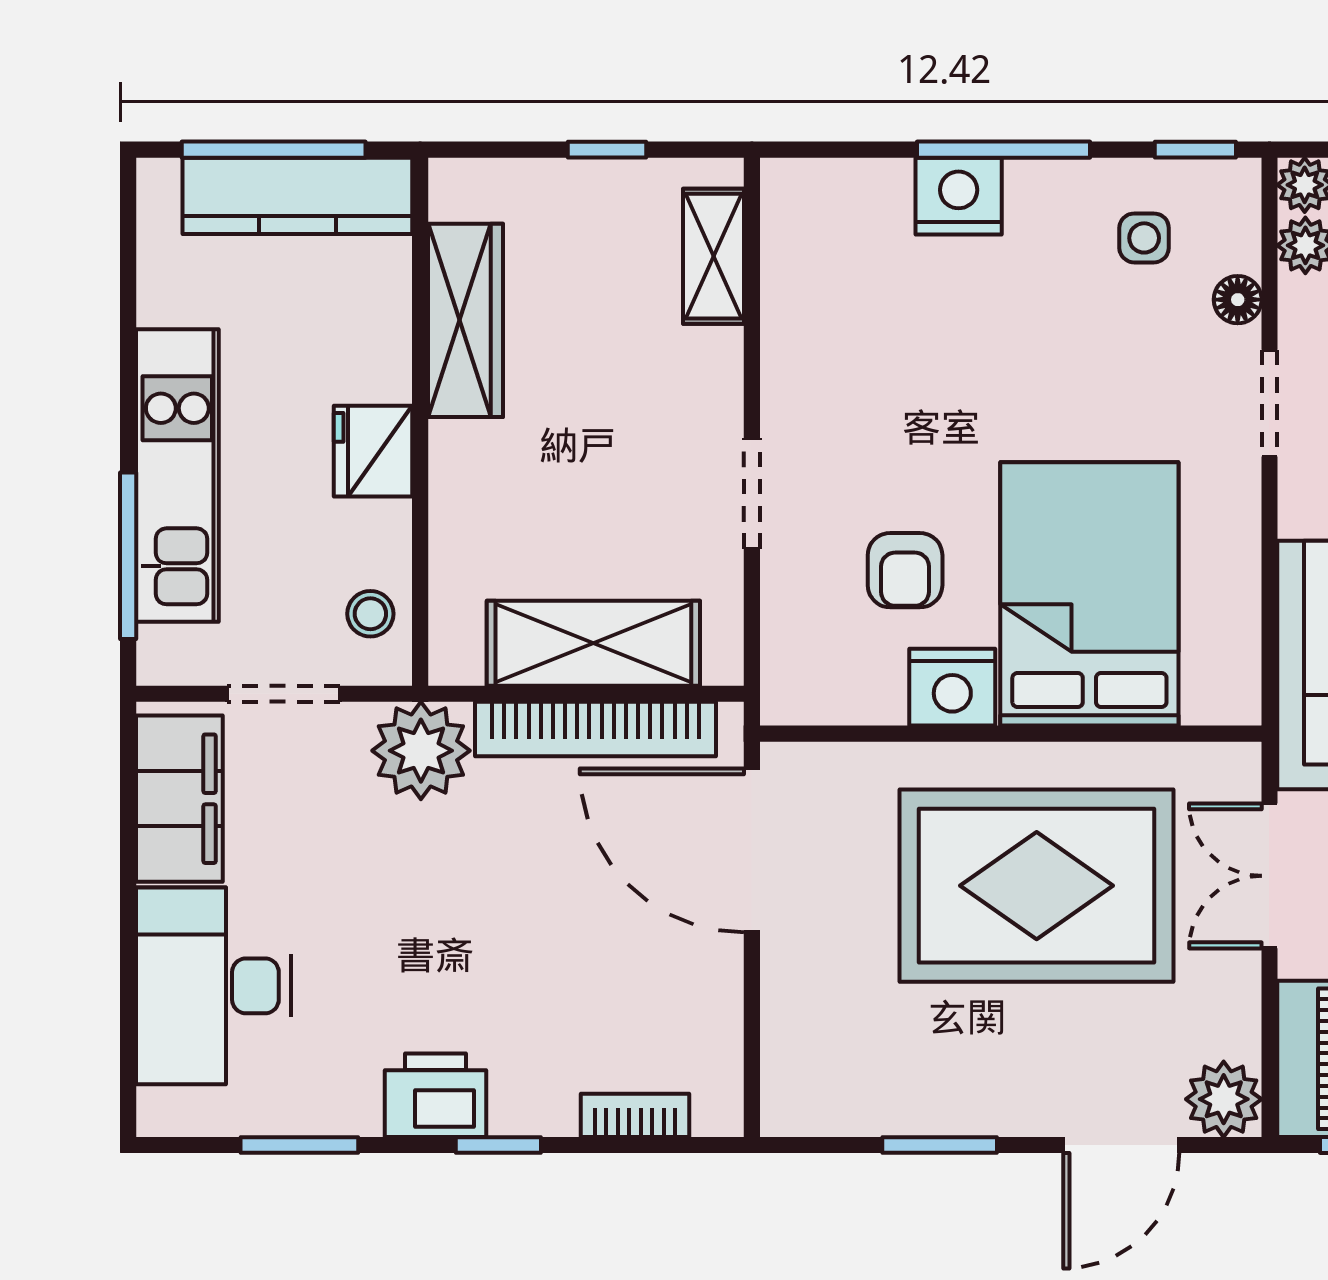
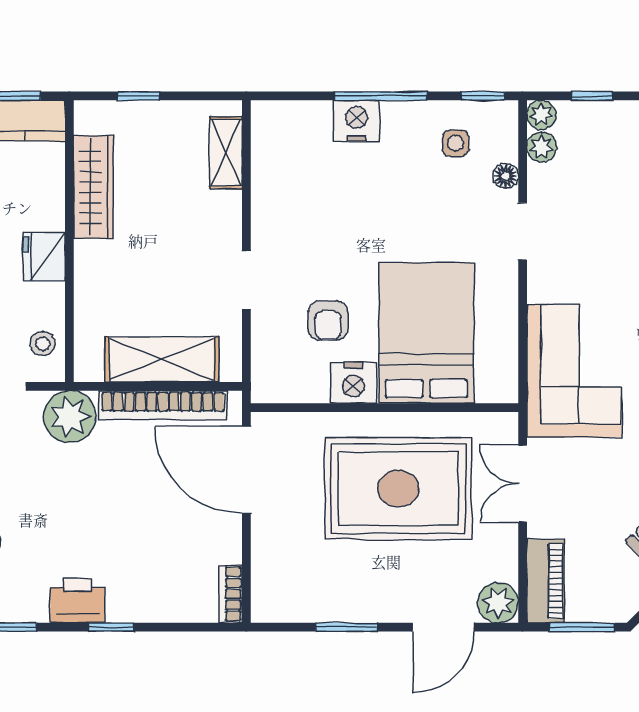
window: (607, 150) -> (138, 96), moved
bookcase: (635, 1115) -> (231, 594), moved, turned -90

